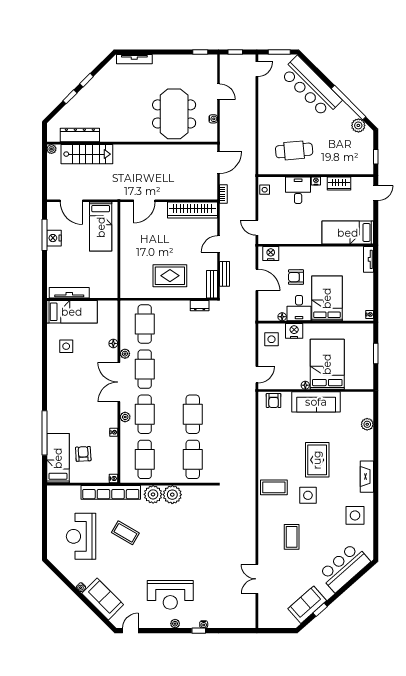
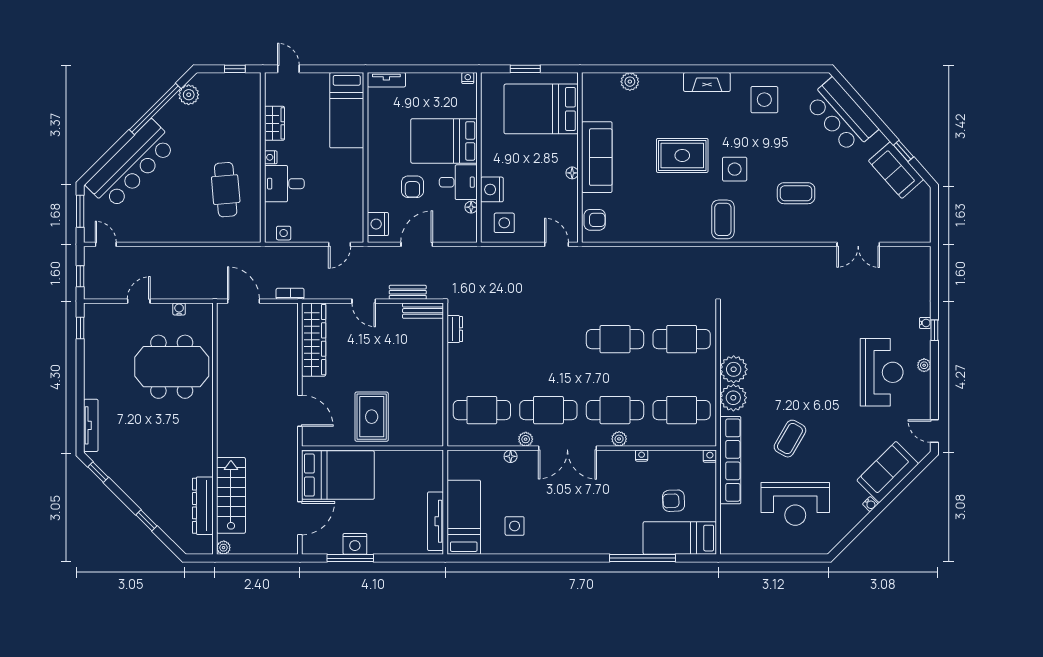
window: (87, 80) -> (98, 472), moved
bed: (101, 227) -> (338, 475), width x1.50
rug: (170, 276) -> (372, 417), moved
bed: (327, 364) -> (541, 109), moved

